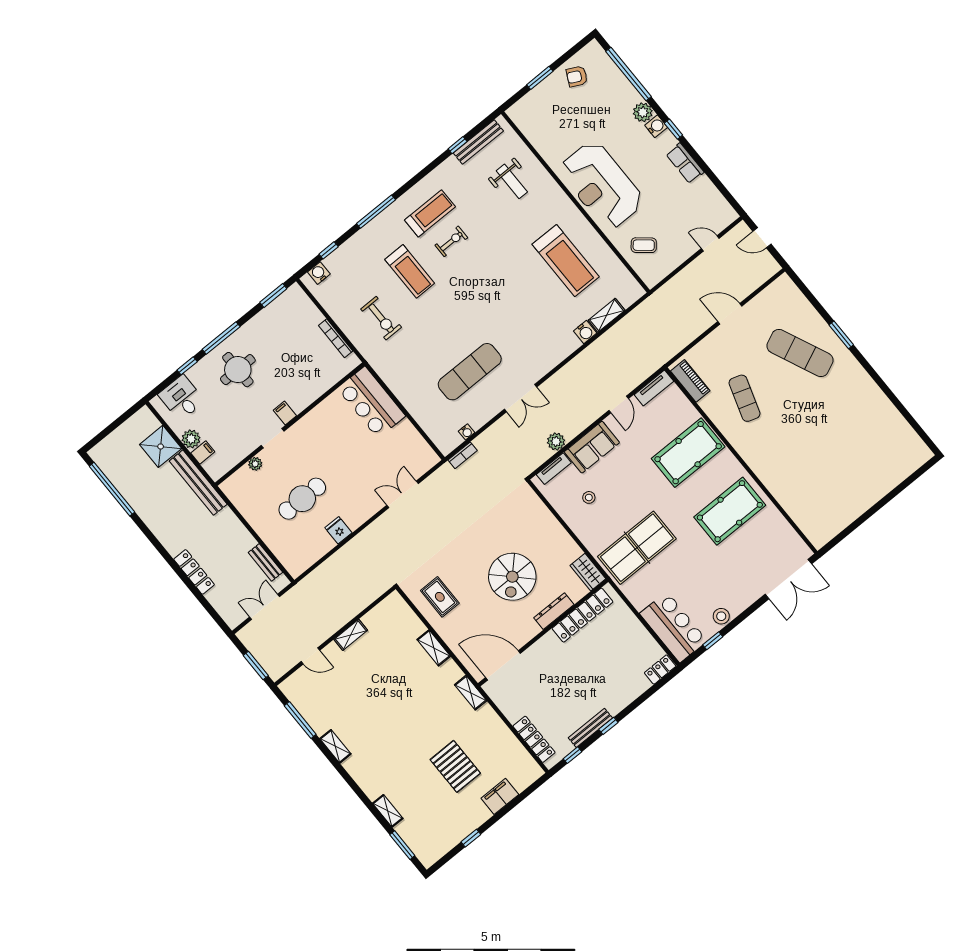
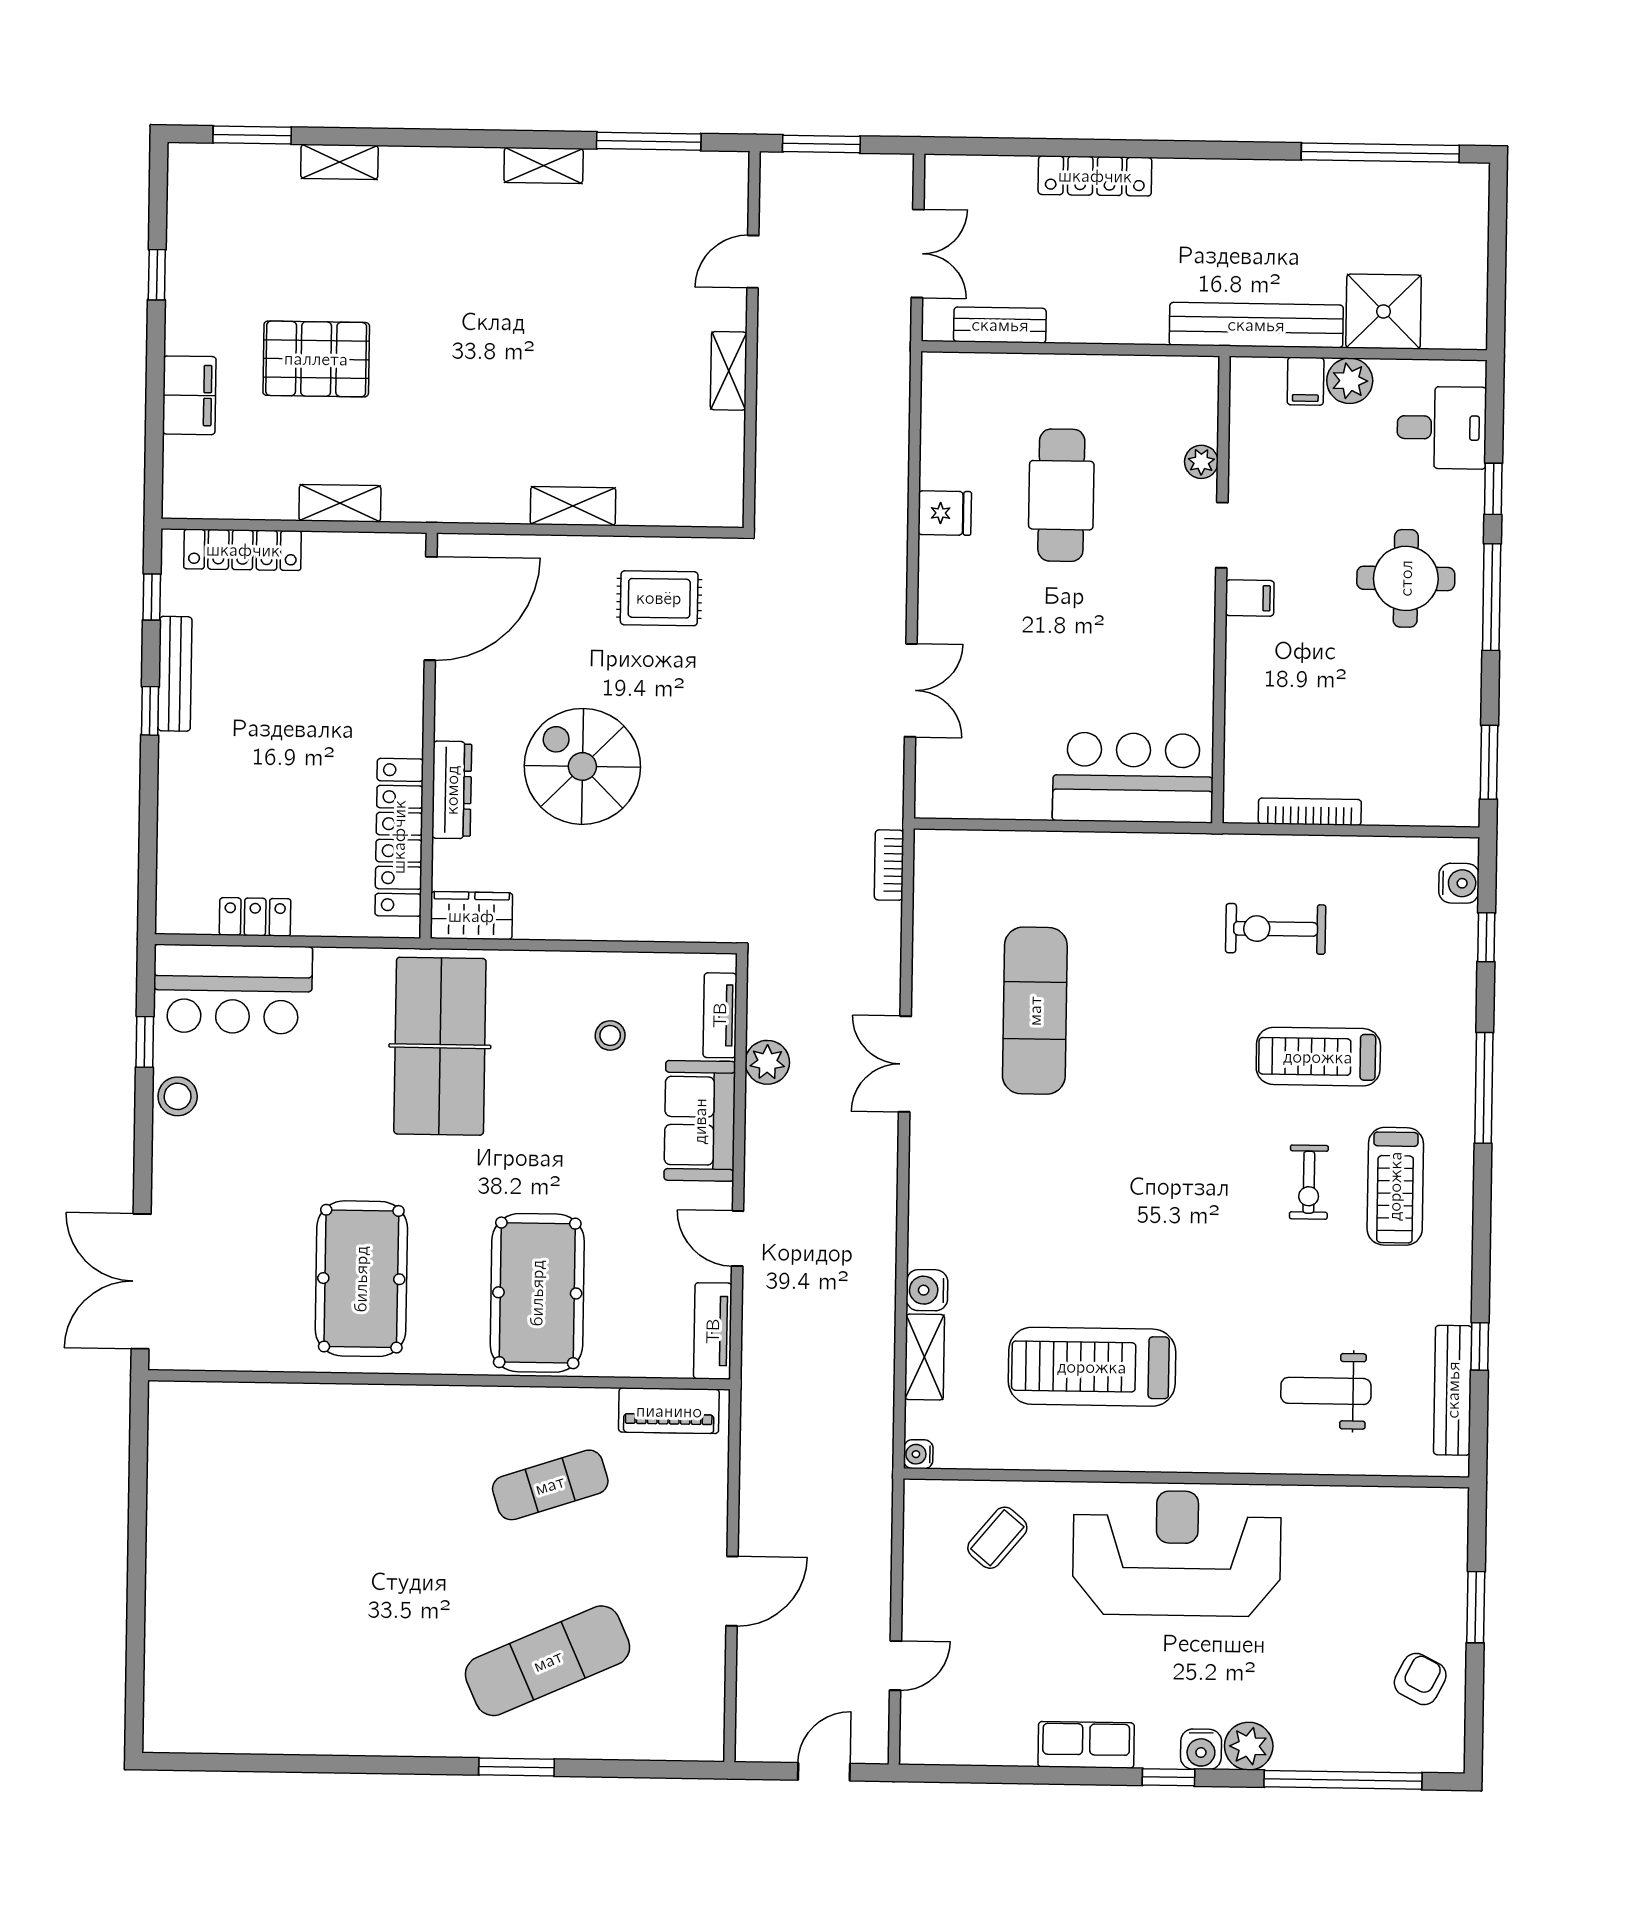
exercise mat: (745, 398) -> (550, 1485), turned -36
water cooler: (467, 432) -> (918, 1454), moved
locker: (660, 670) -> (255, 917), moved, turned -90
shelving: (471, 693) -> (340, 503), moved

